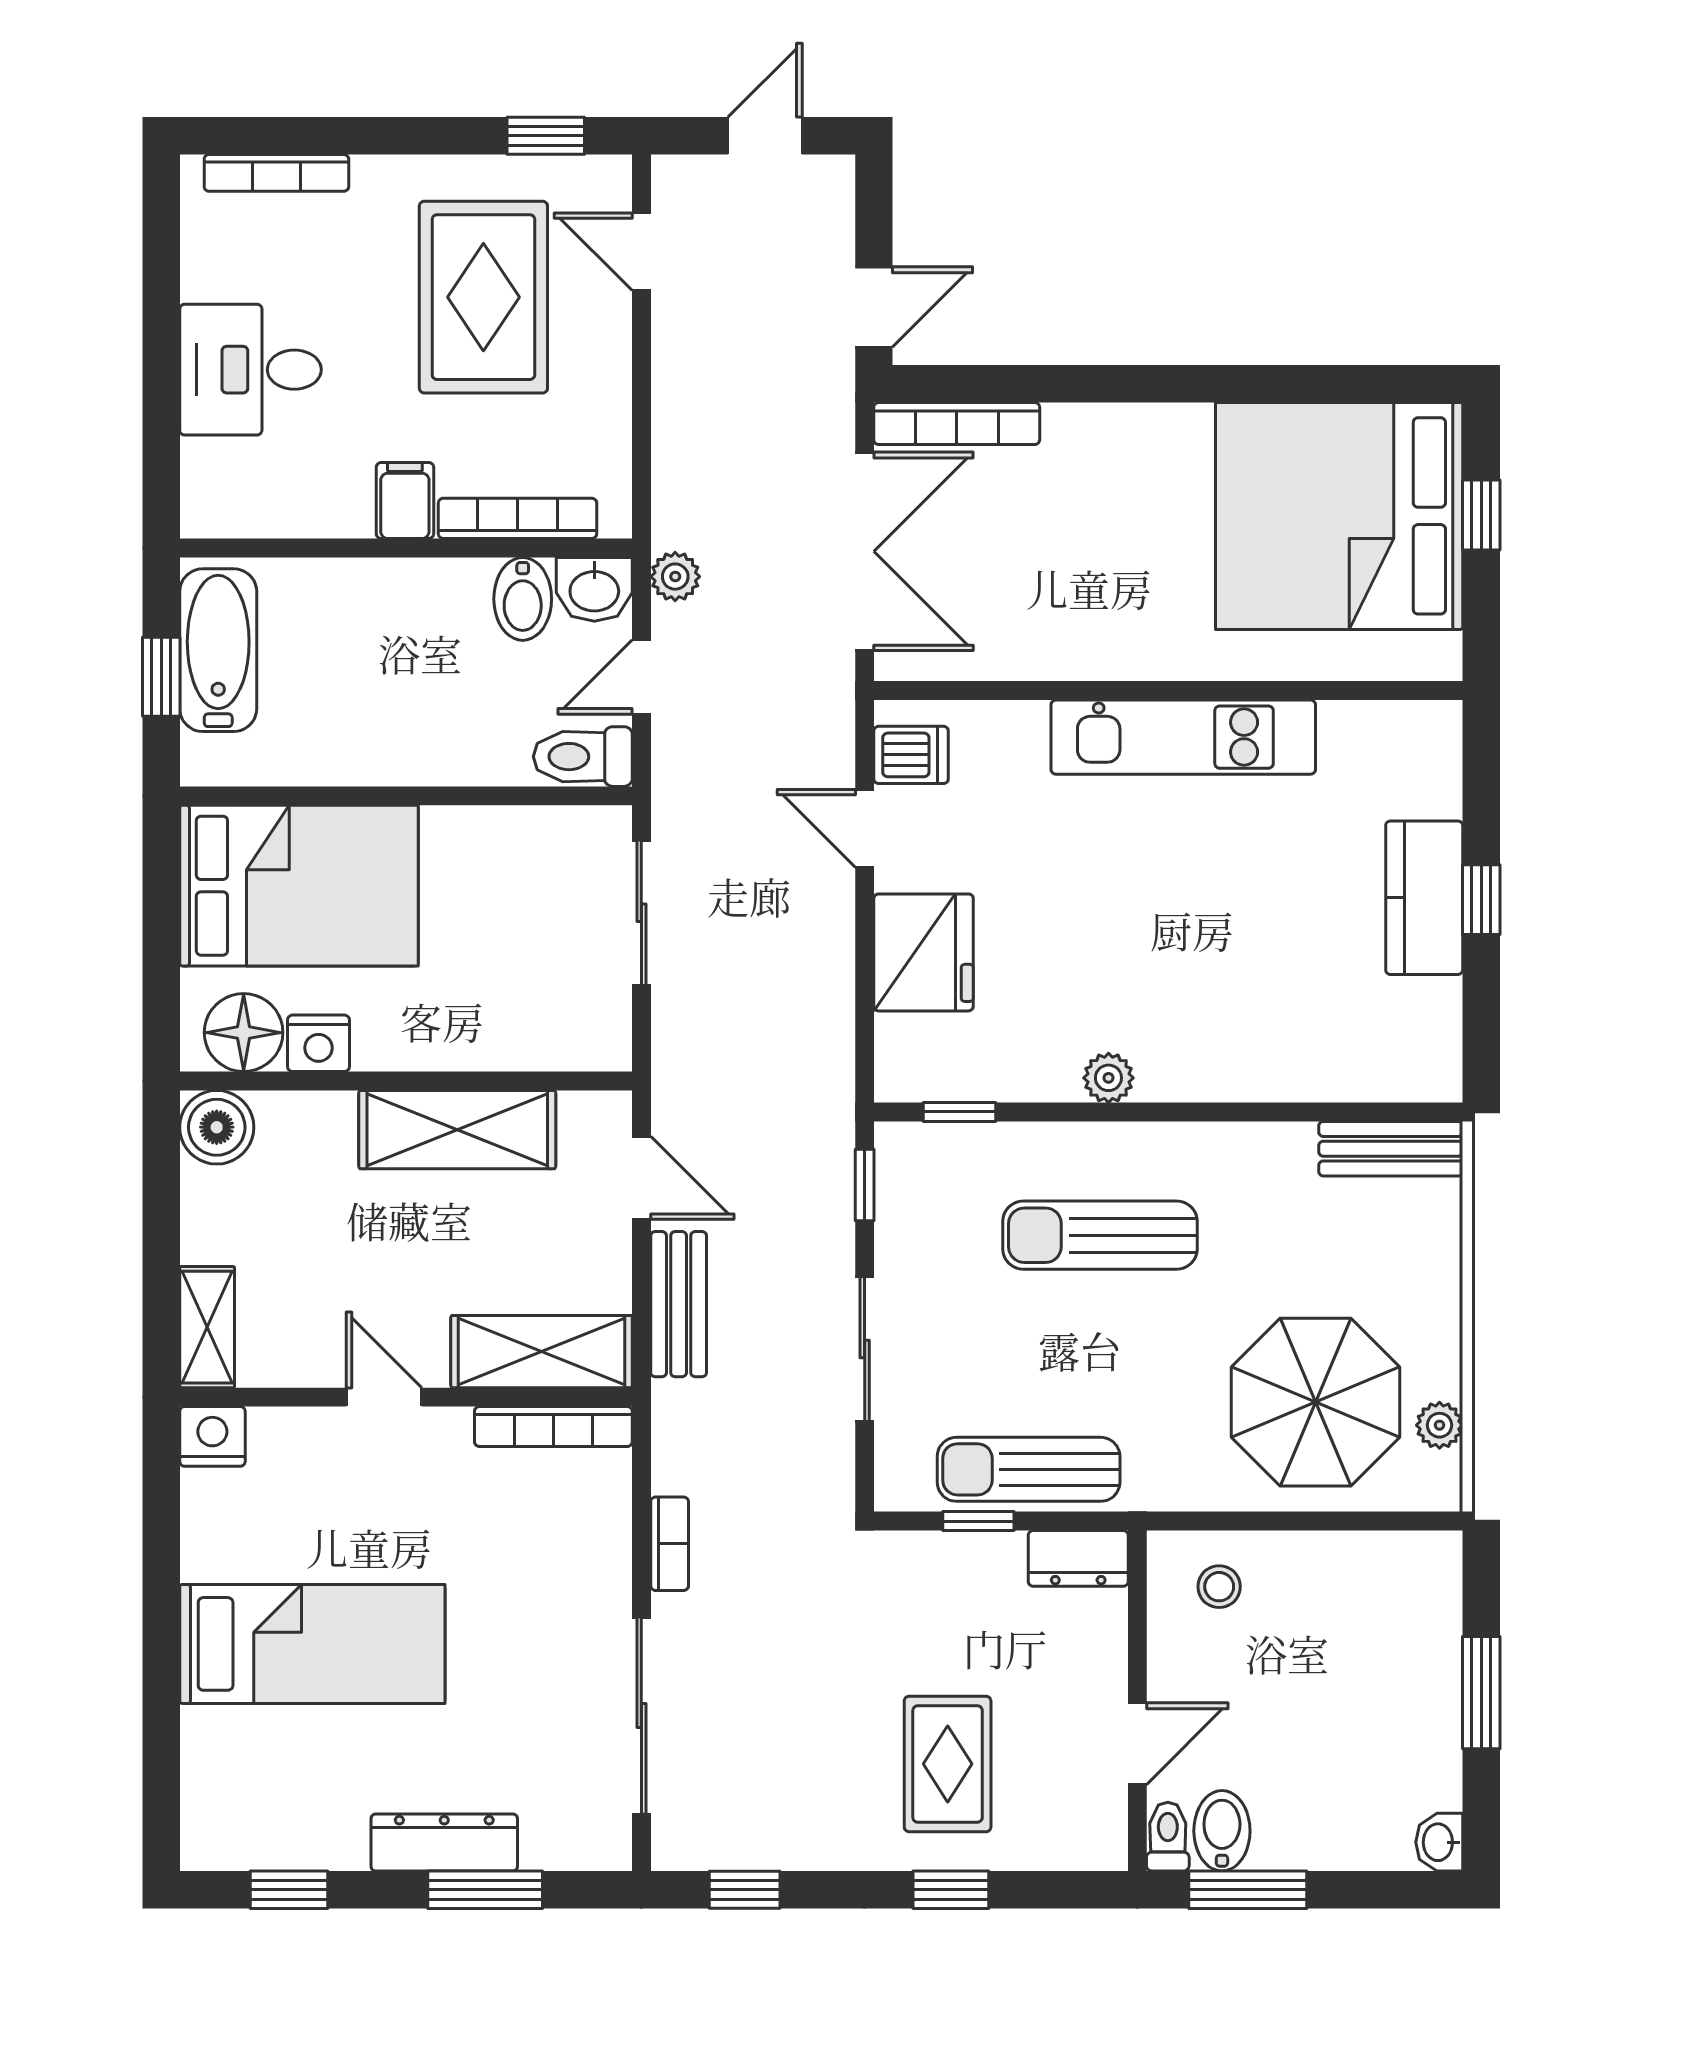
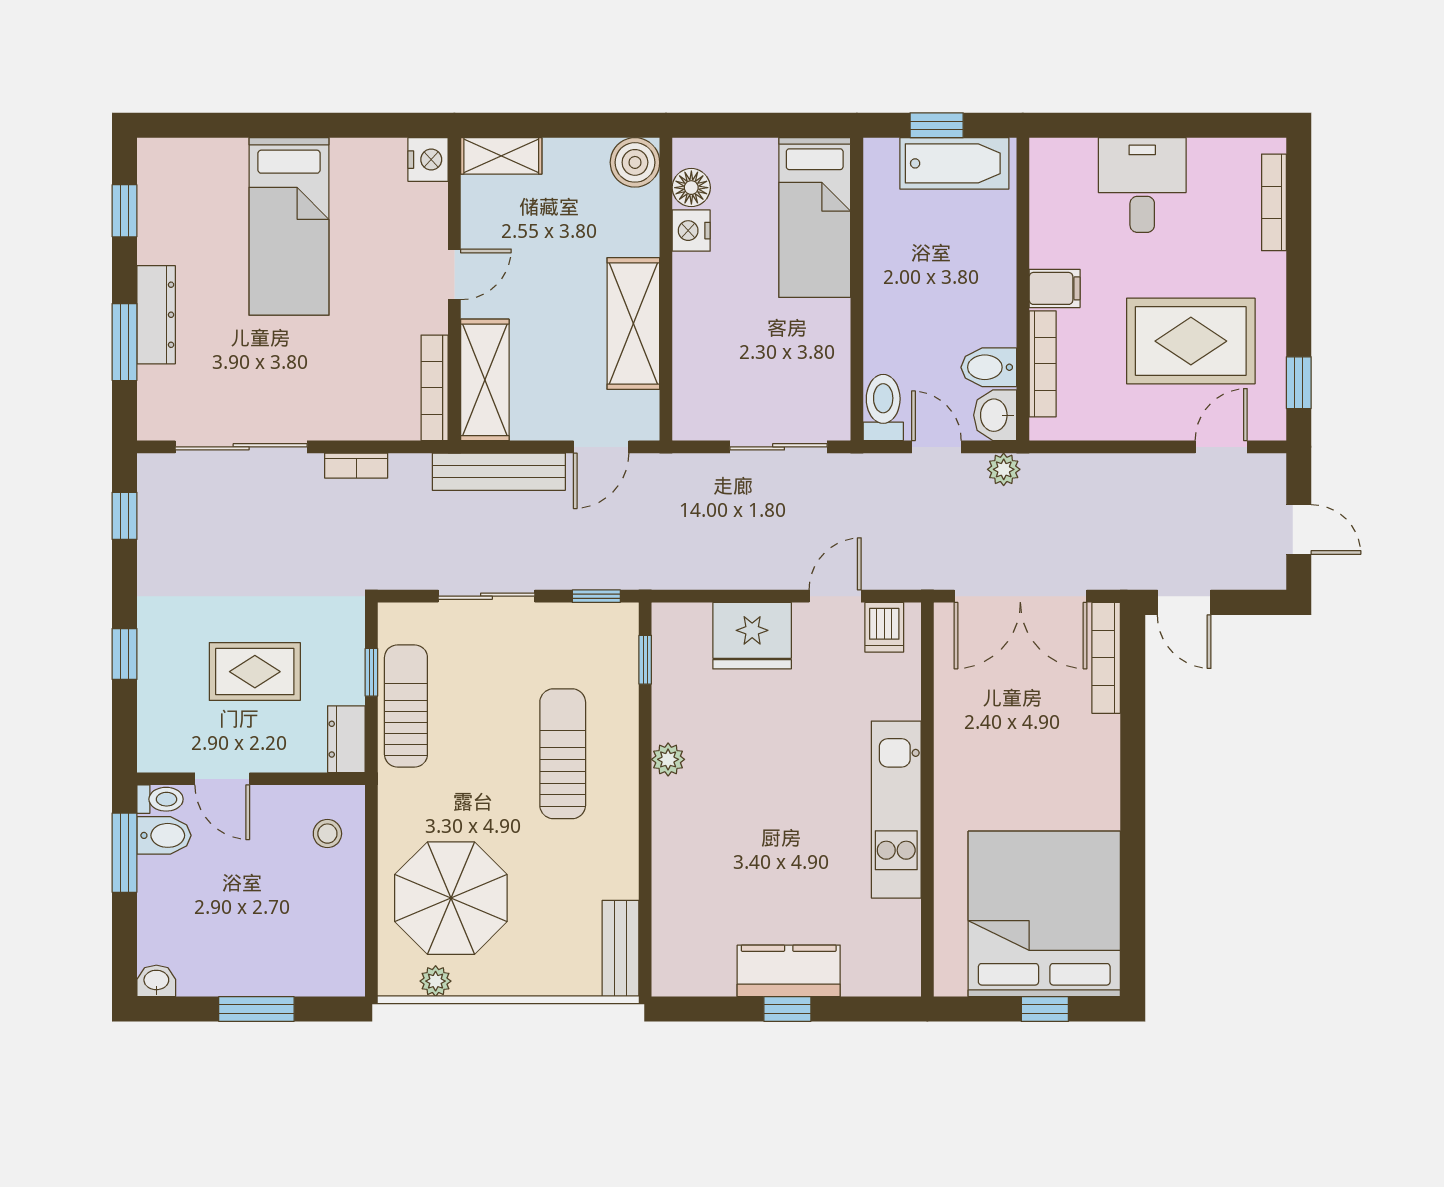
bed: (299, 886) -> (815, 217), width x0.67
floor lamp: (244, 1033) -> (691, 188), width x0.73, depth x0.73
bench: (679, 1304) -> (499, 472), width x1.36
rug: (948, 1764) -> (255, 672), moved

